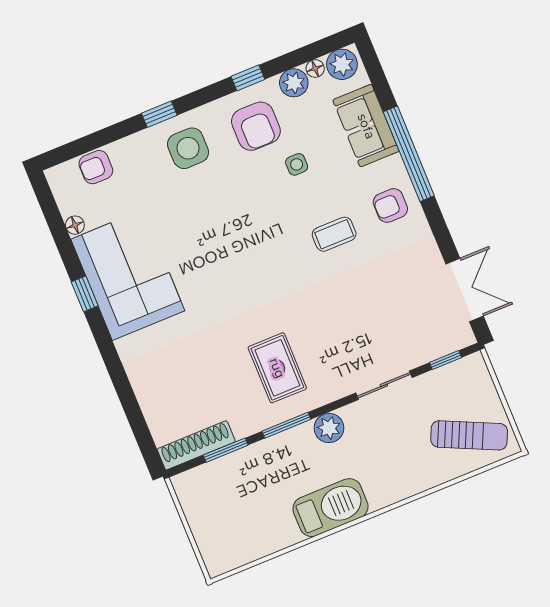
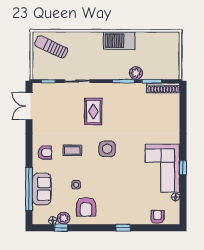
plant: (342, 64) -> (41, 218), removed
window: (248, 78) -> (61, 228), moved
armchair: (256, 126) -> (86, 207), turned 180
side table: (188, 148) -> (107, 149), moved
window: (409, 154) -> (29, 189), moved
armchair: (96, 167) -> (157, 217), turned -90
rug: (277, 368) -> (93, 111), moved
plant: (329, 428) -> (136, 73), moved

